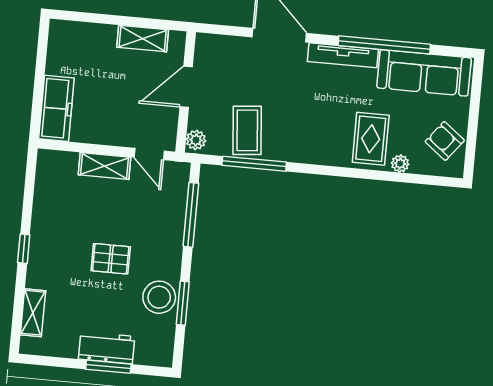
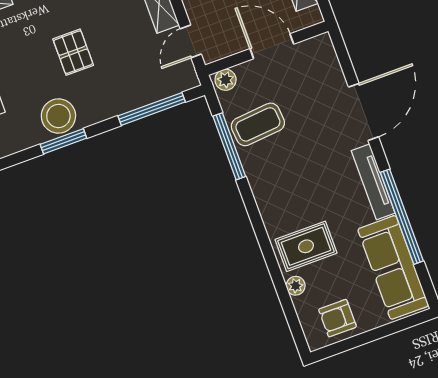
armchair: (445, 141) -> (338, 318), turned -128

